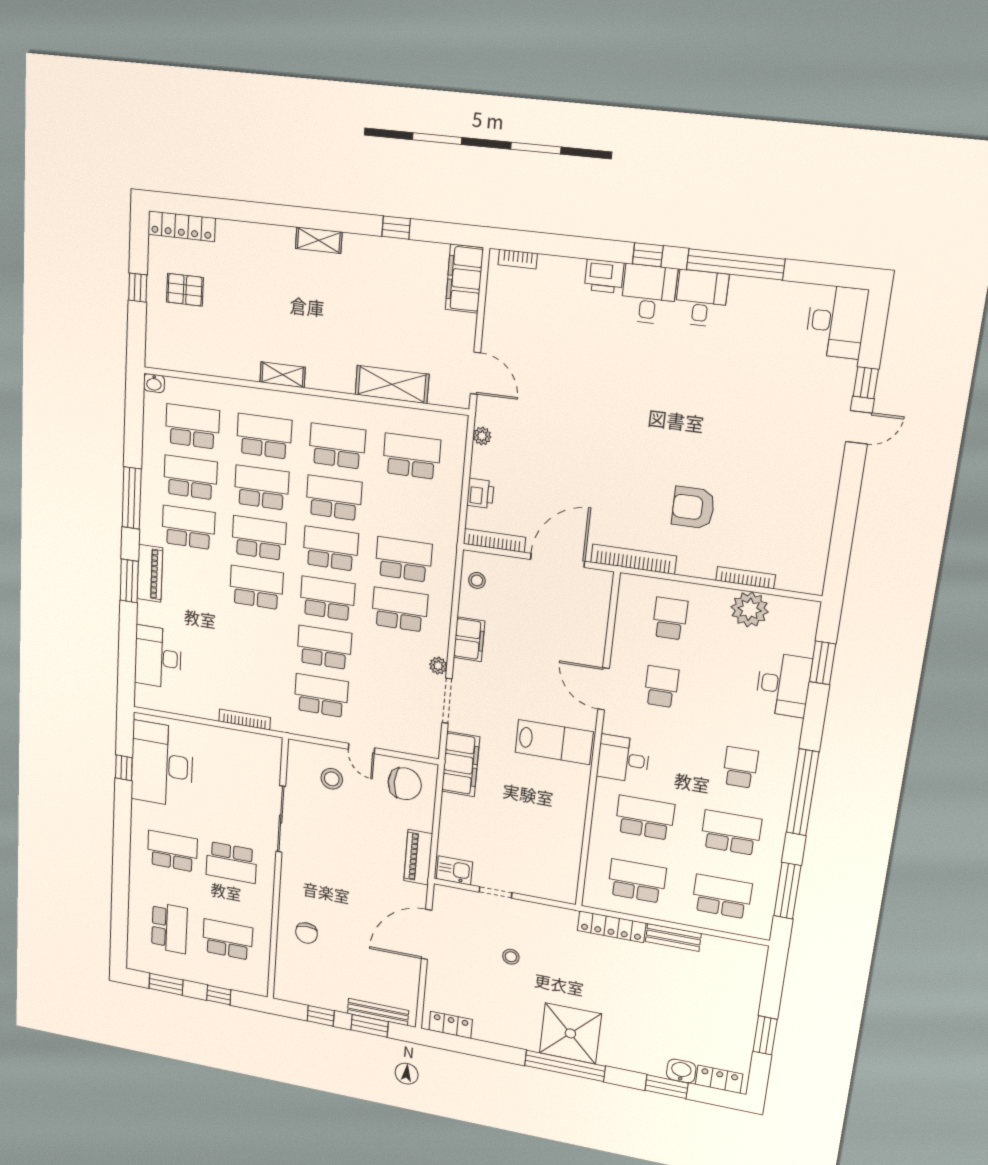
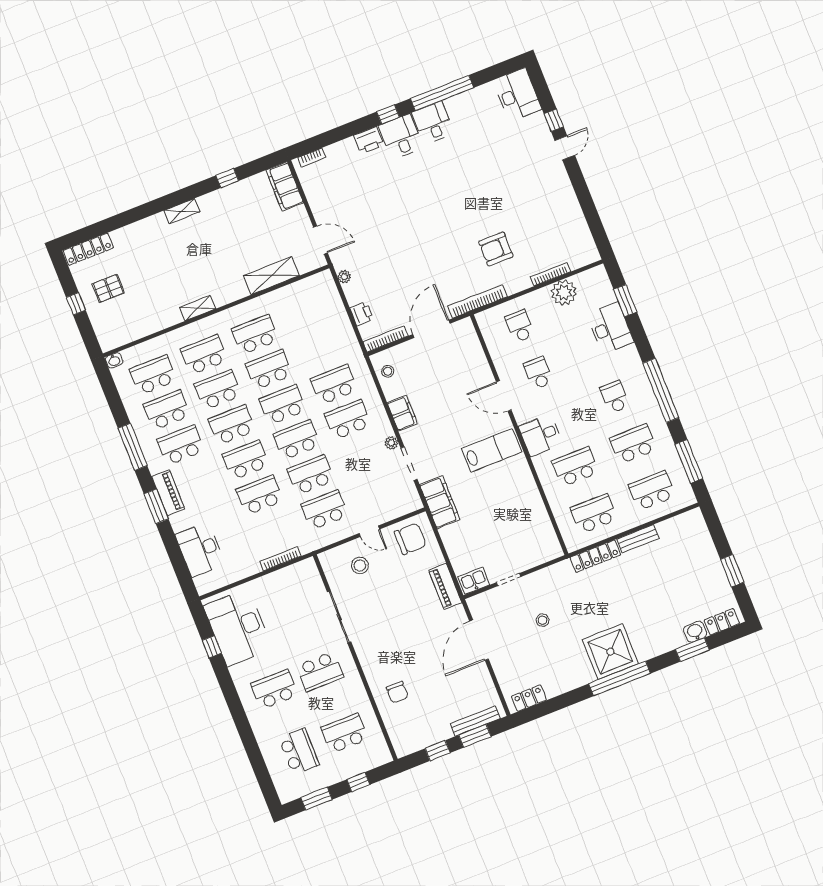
school desk: (412, 456) -> (260, 495), moved

